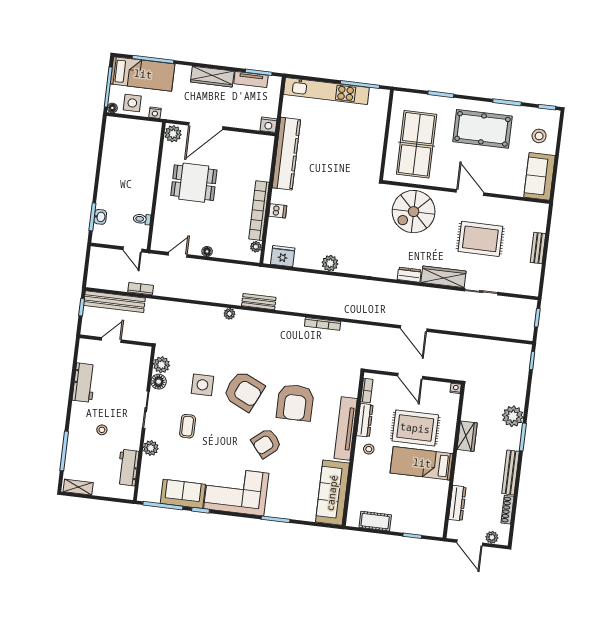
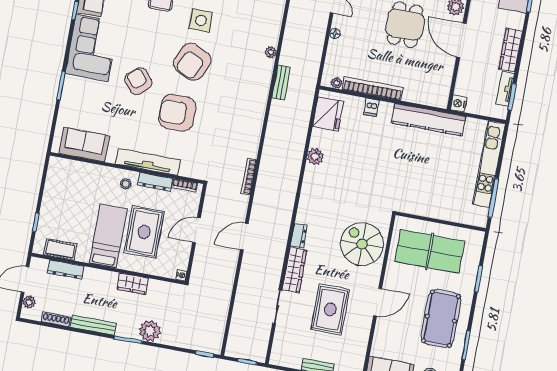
fridge: (283, 256) -> (328, 114), width x1.36, depth x1.34
bookcase: (323, 324) -> (249, 177), moved
sofa: (332, 493) -> (84, 145), width x0.73
cot: (375, 521) -> (60, 249), moved, turned 90

